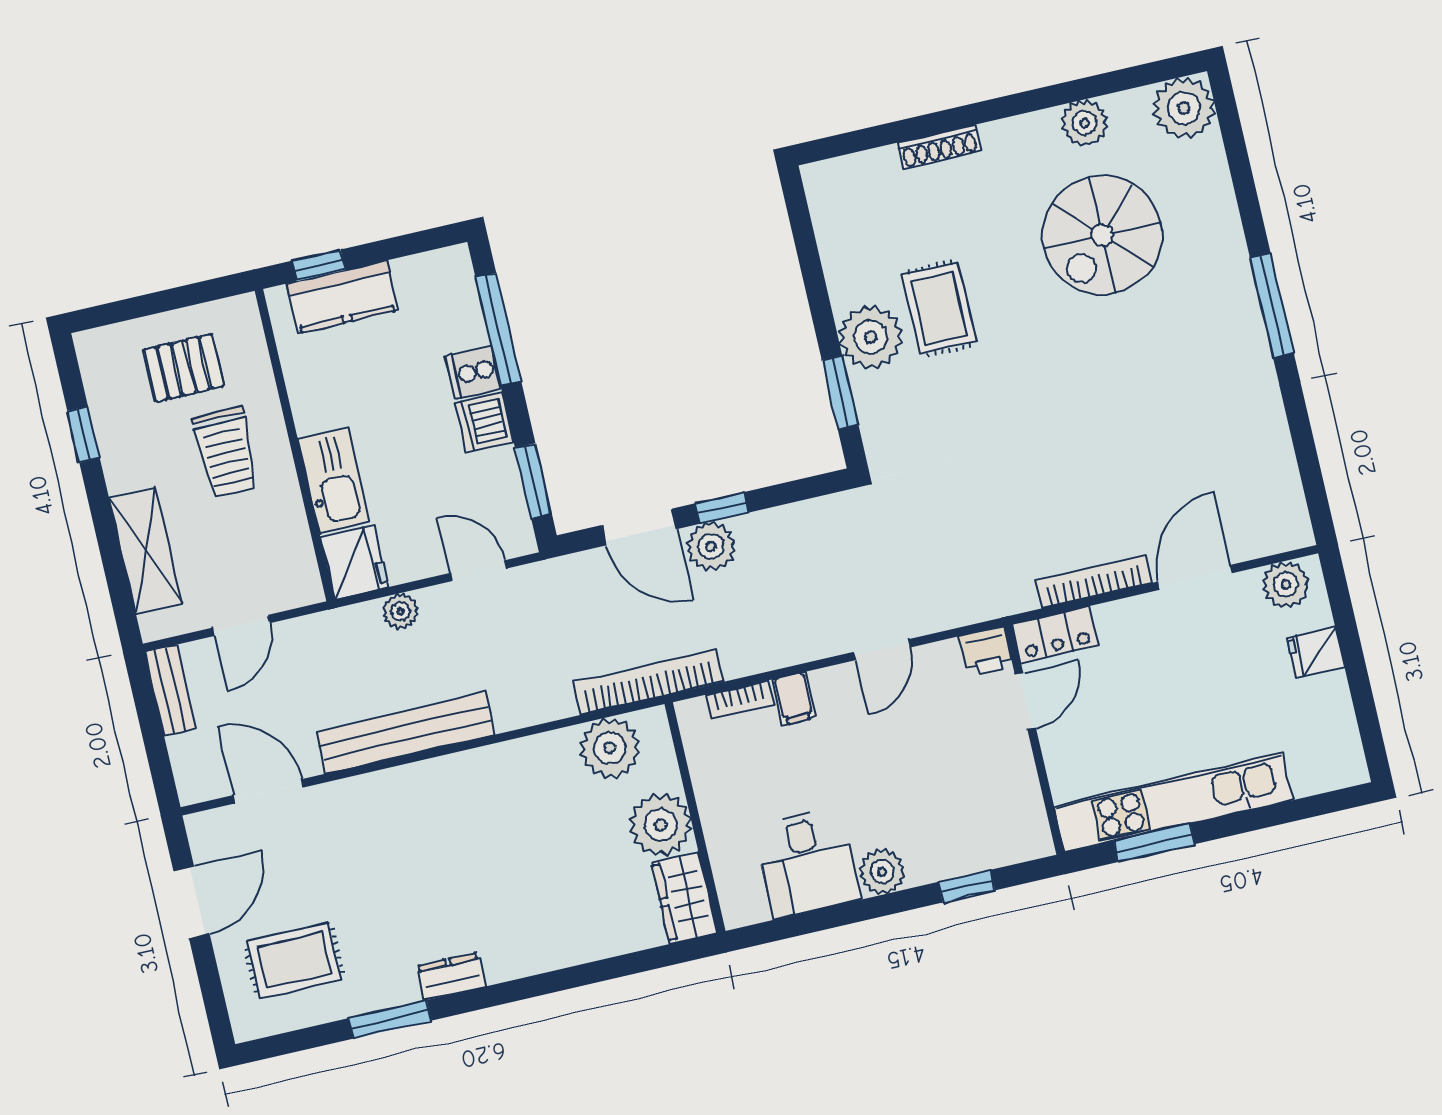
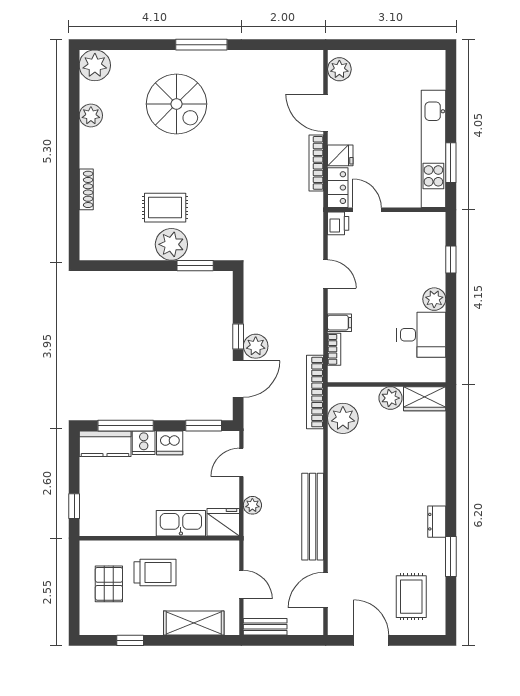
spiral stairs: (1102, 235) -> (176, 104), moved
kitchen counter: (342, 297) -> (105, 444), moved, turned 90
fridge: (1316, 652) -> (340, 155), moved, turned -90
plant: (661, 825) -> (390, 398), width x0.73, depth x0.73

